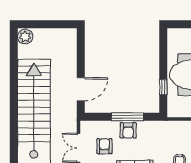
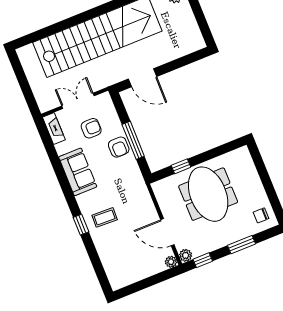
armchair: (128, 130) -> (119, 147), turned -90

